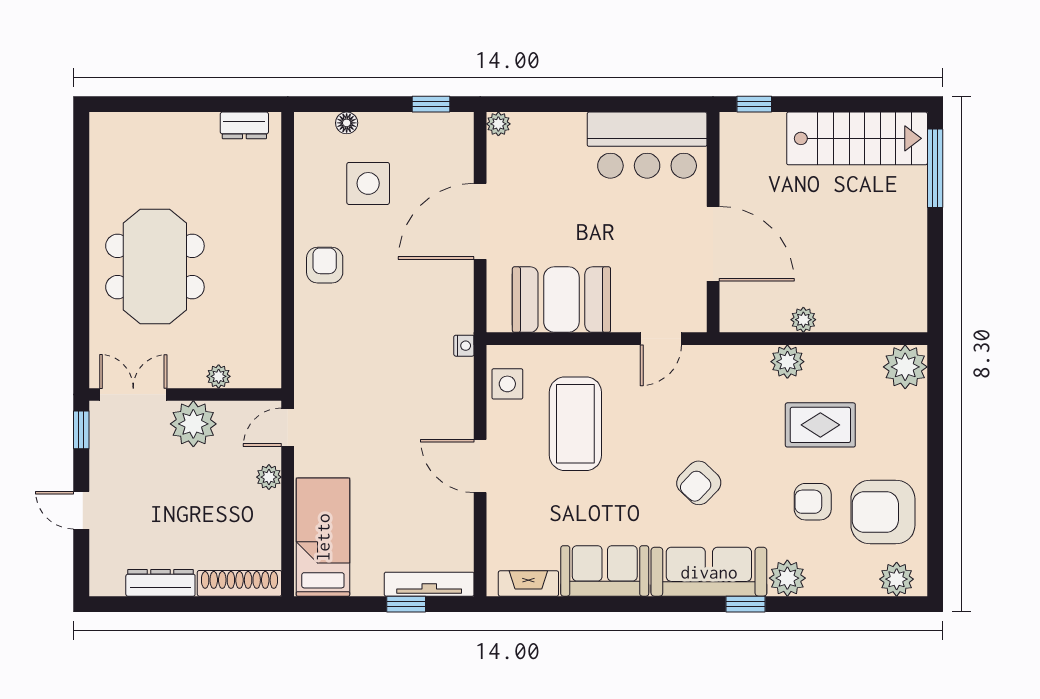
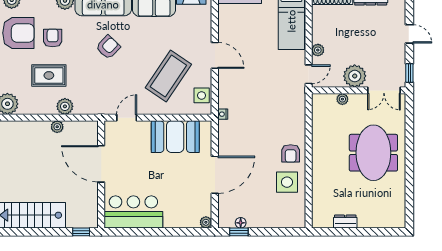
floor lamp: (347, 123) -> (241, 223), moved
dresser: (244, 125) -> (345, 222), moved
side table: (368, 183) -> (287, 182), moved
coffee table: (575, 424) -> (168, 76), turned 34
armchair: (813, 502) -> (53, 38), turned -90

